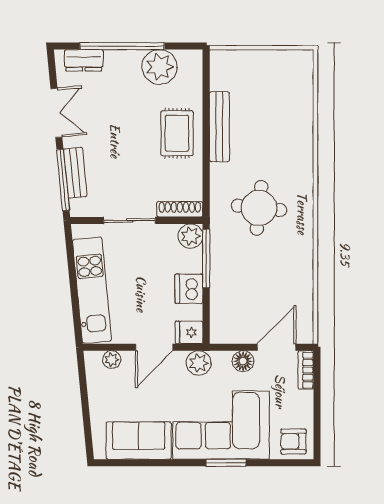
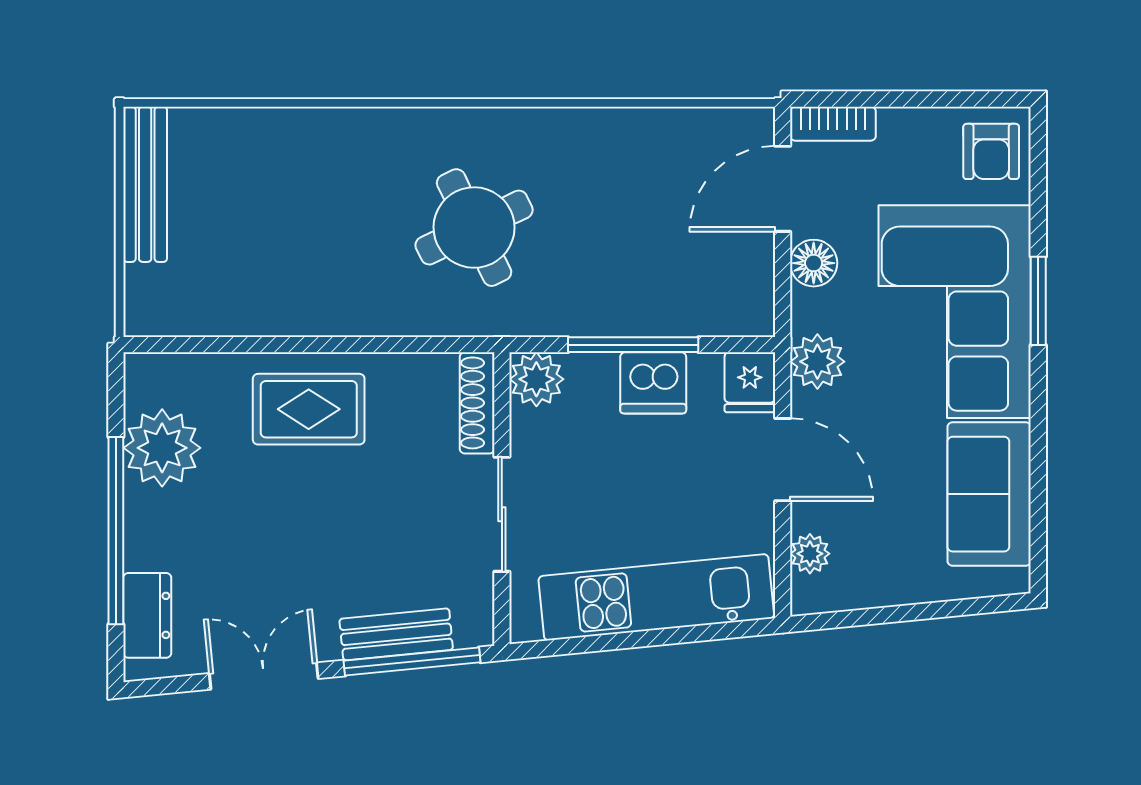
bench: (219, 127) -> (145, 184), moved, turned 90
round table: (259, 208) -> (474, 228), turned -32
window: (206, 259) -> (633, 345), moved
door: (277, 347) -> (783, 189), hinge flipped

